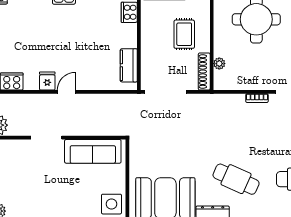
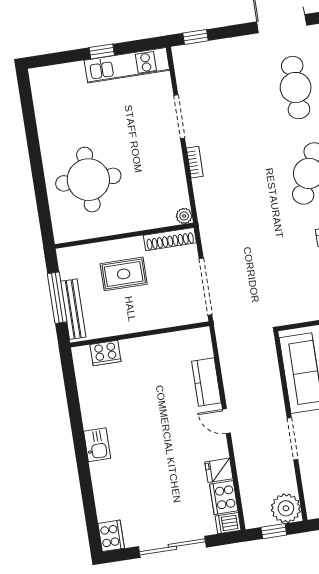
plant: (219, 64) -> (184, 216), moved
kitchen counter: (129, 65) -> (206, 382), moved, turned 90
fridge: (47, 81) -> (219, 470), moved

